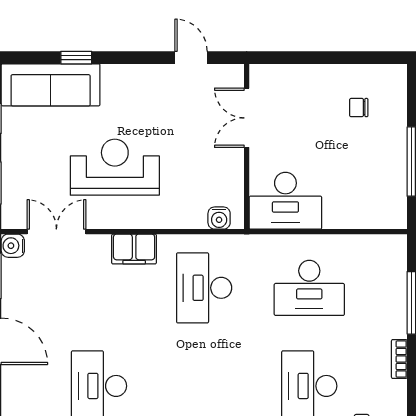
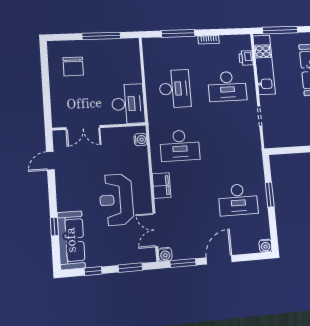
chair: (359, 108) -> (73, 66), width x1.87, depth x1.87

